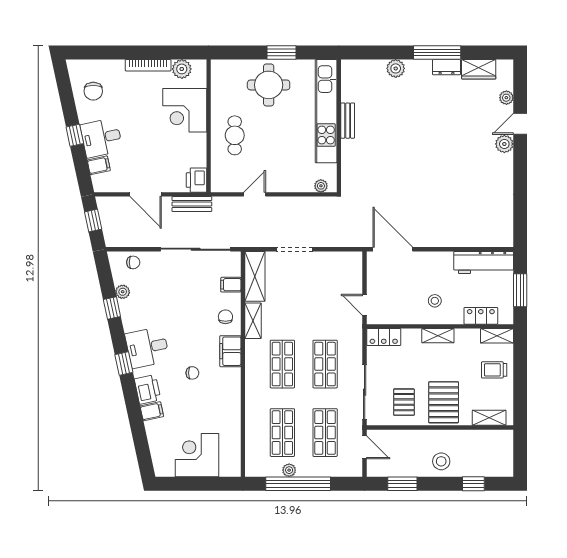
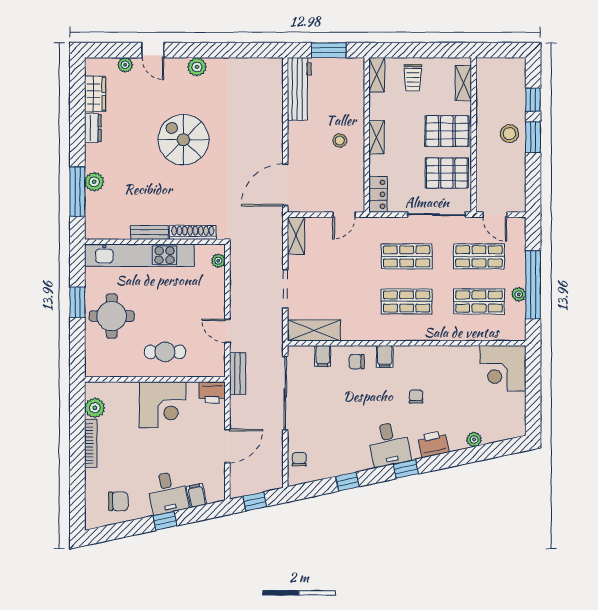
window: (437, 53) -> (77, 192), moved
corner desk: (185, 110) -> (163, 405), moved
plant: (504, 144) -> (197, 67), moved
spiral stairs: (435, 153) -> (183, 140), added
shoe rack: (348, 162) -> (193, 232), added
bench: (192, 204) -> (238, 373), moved
plant: (123, 292) -> (474, 439), moved
locker: (481, 316) -> (356, 92), removed
shelving: (253, 321) -> (296, 236), moved, turned 90
filing cabinet: (230, 351) -> (385, 356), width x0.50
pallet: (404, 402) -> (447, 173), width x1.50, depth x1.42
filing cabinet: (152, 411) -> (457, 439), removed
door: (365, 447) -> (495, 215), swing flipped
corner desk: (197, 455) -> (503, 368), moved
window: (402, 484) -> (533, 137), moved

